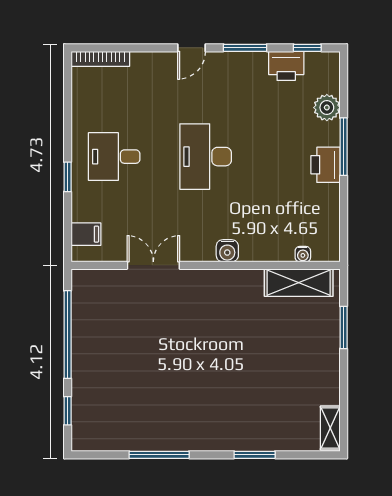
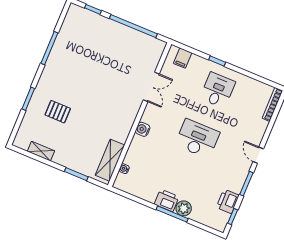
plant: (327, 108) -> (184, 208), moved
pallet: (256, 399) -> (58, 112), added
shelving: (330, 428) -> (41, 151), moved

